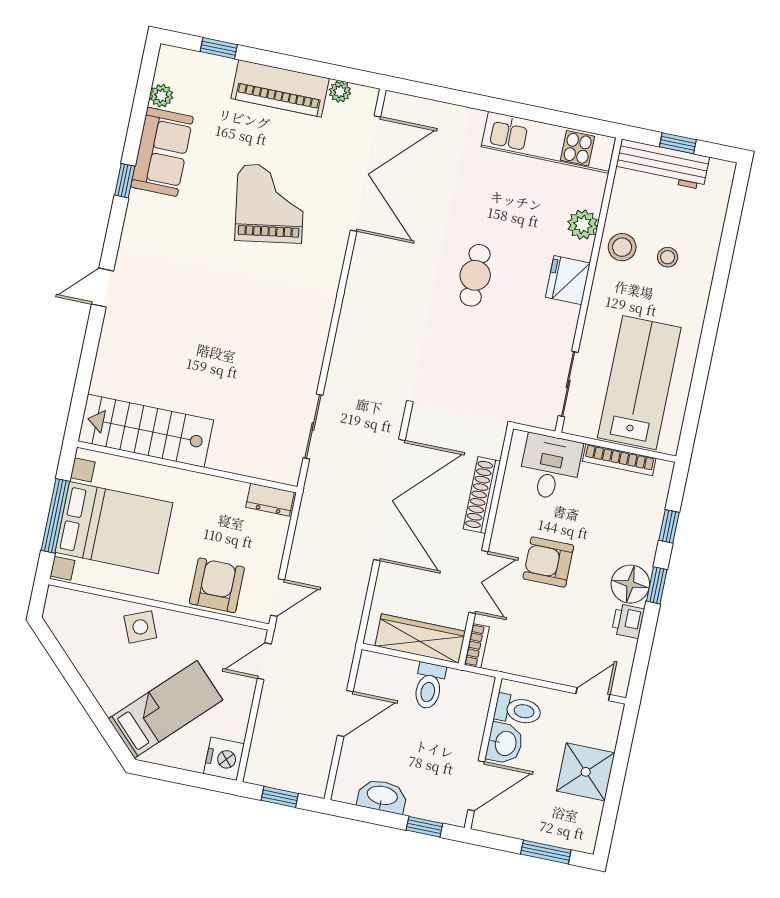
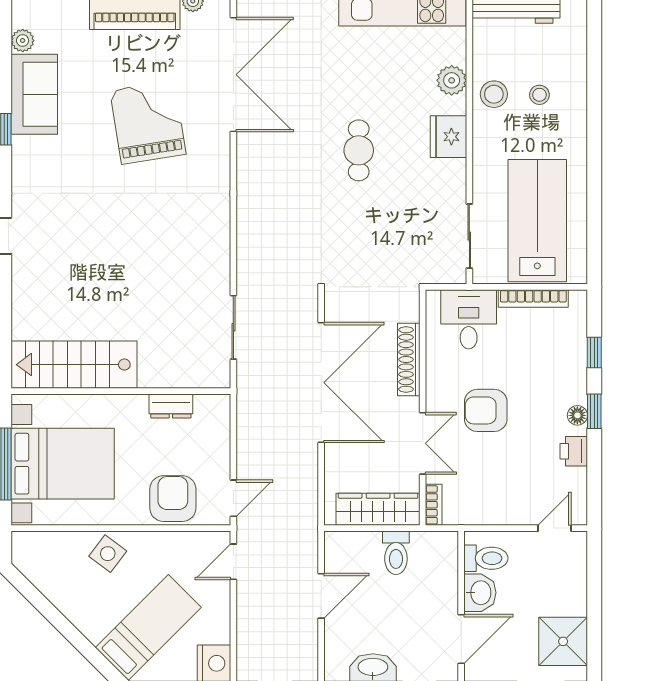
dresser: (270, 500) -> (171, 406), moved
floor lamp: (630, 584) -> (577, 415), width x0.53, depth x0.53
side table: (140, 627) -> (108, 554), turned -30
shower: (586, 772) -> (563, 641), moved

